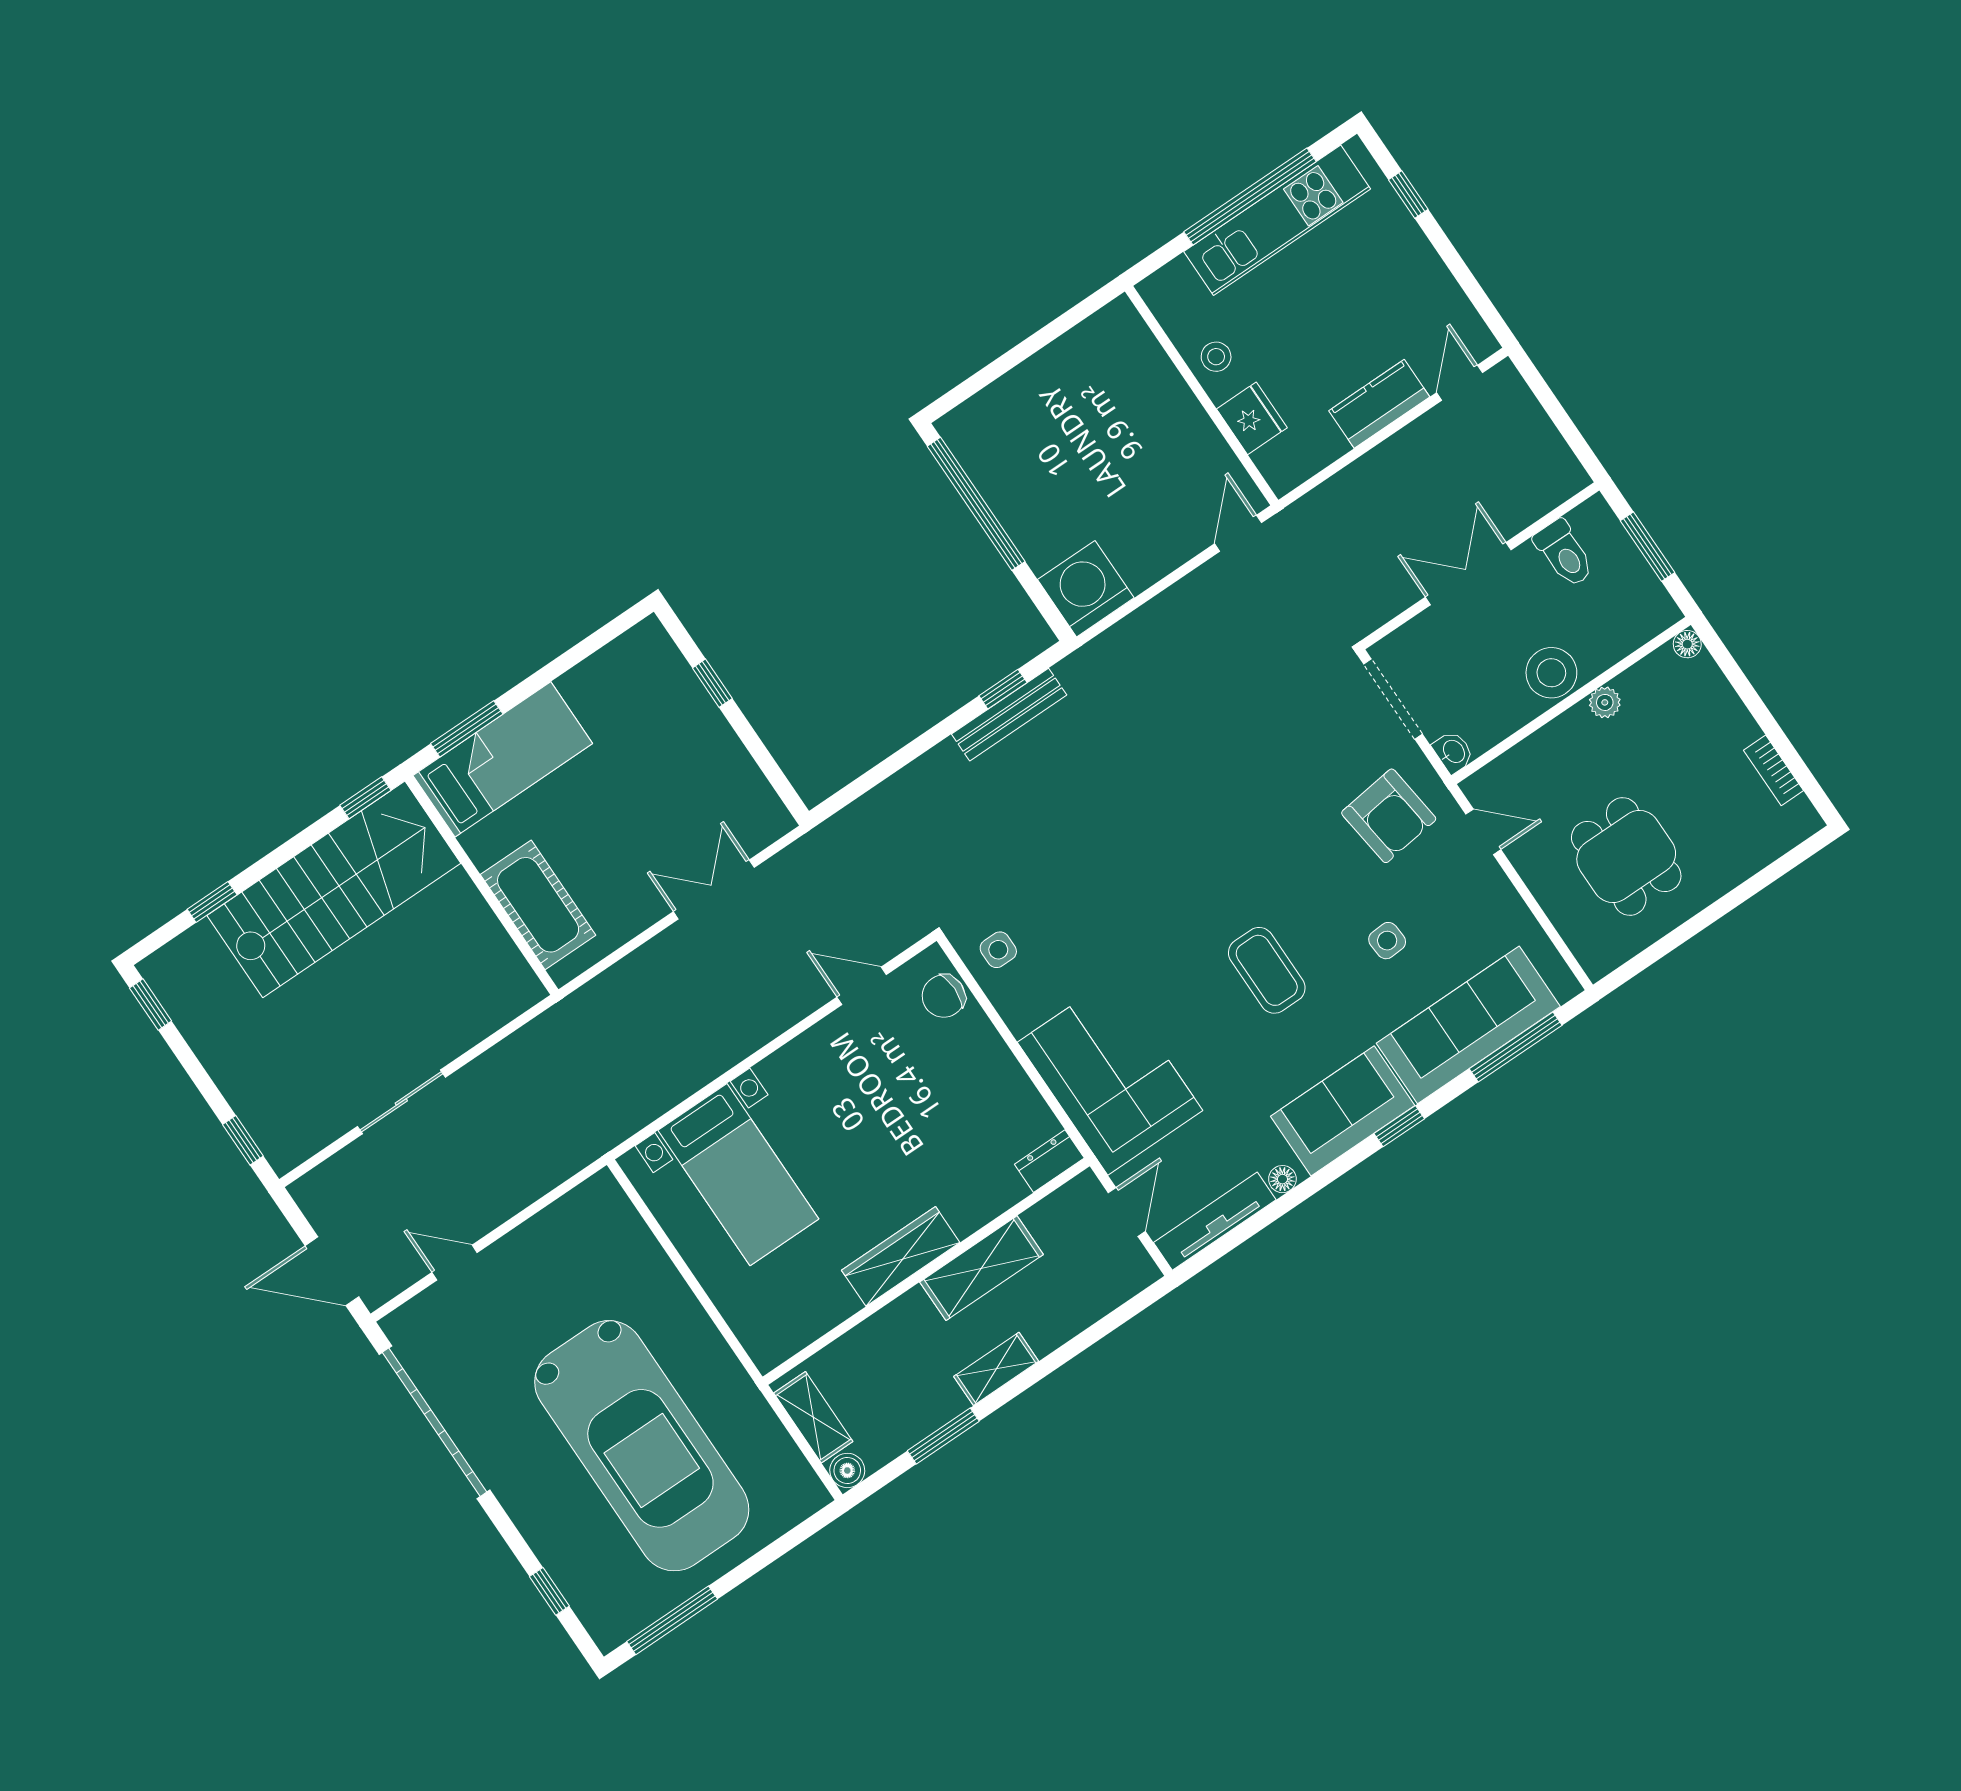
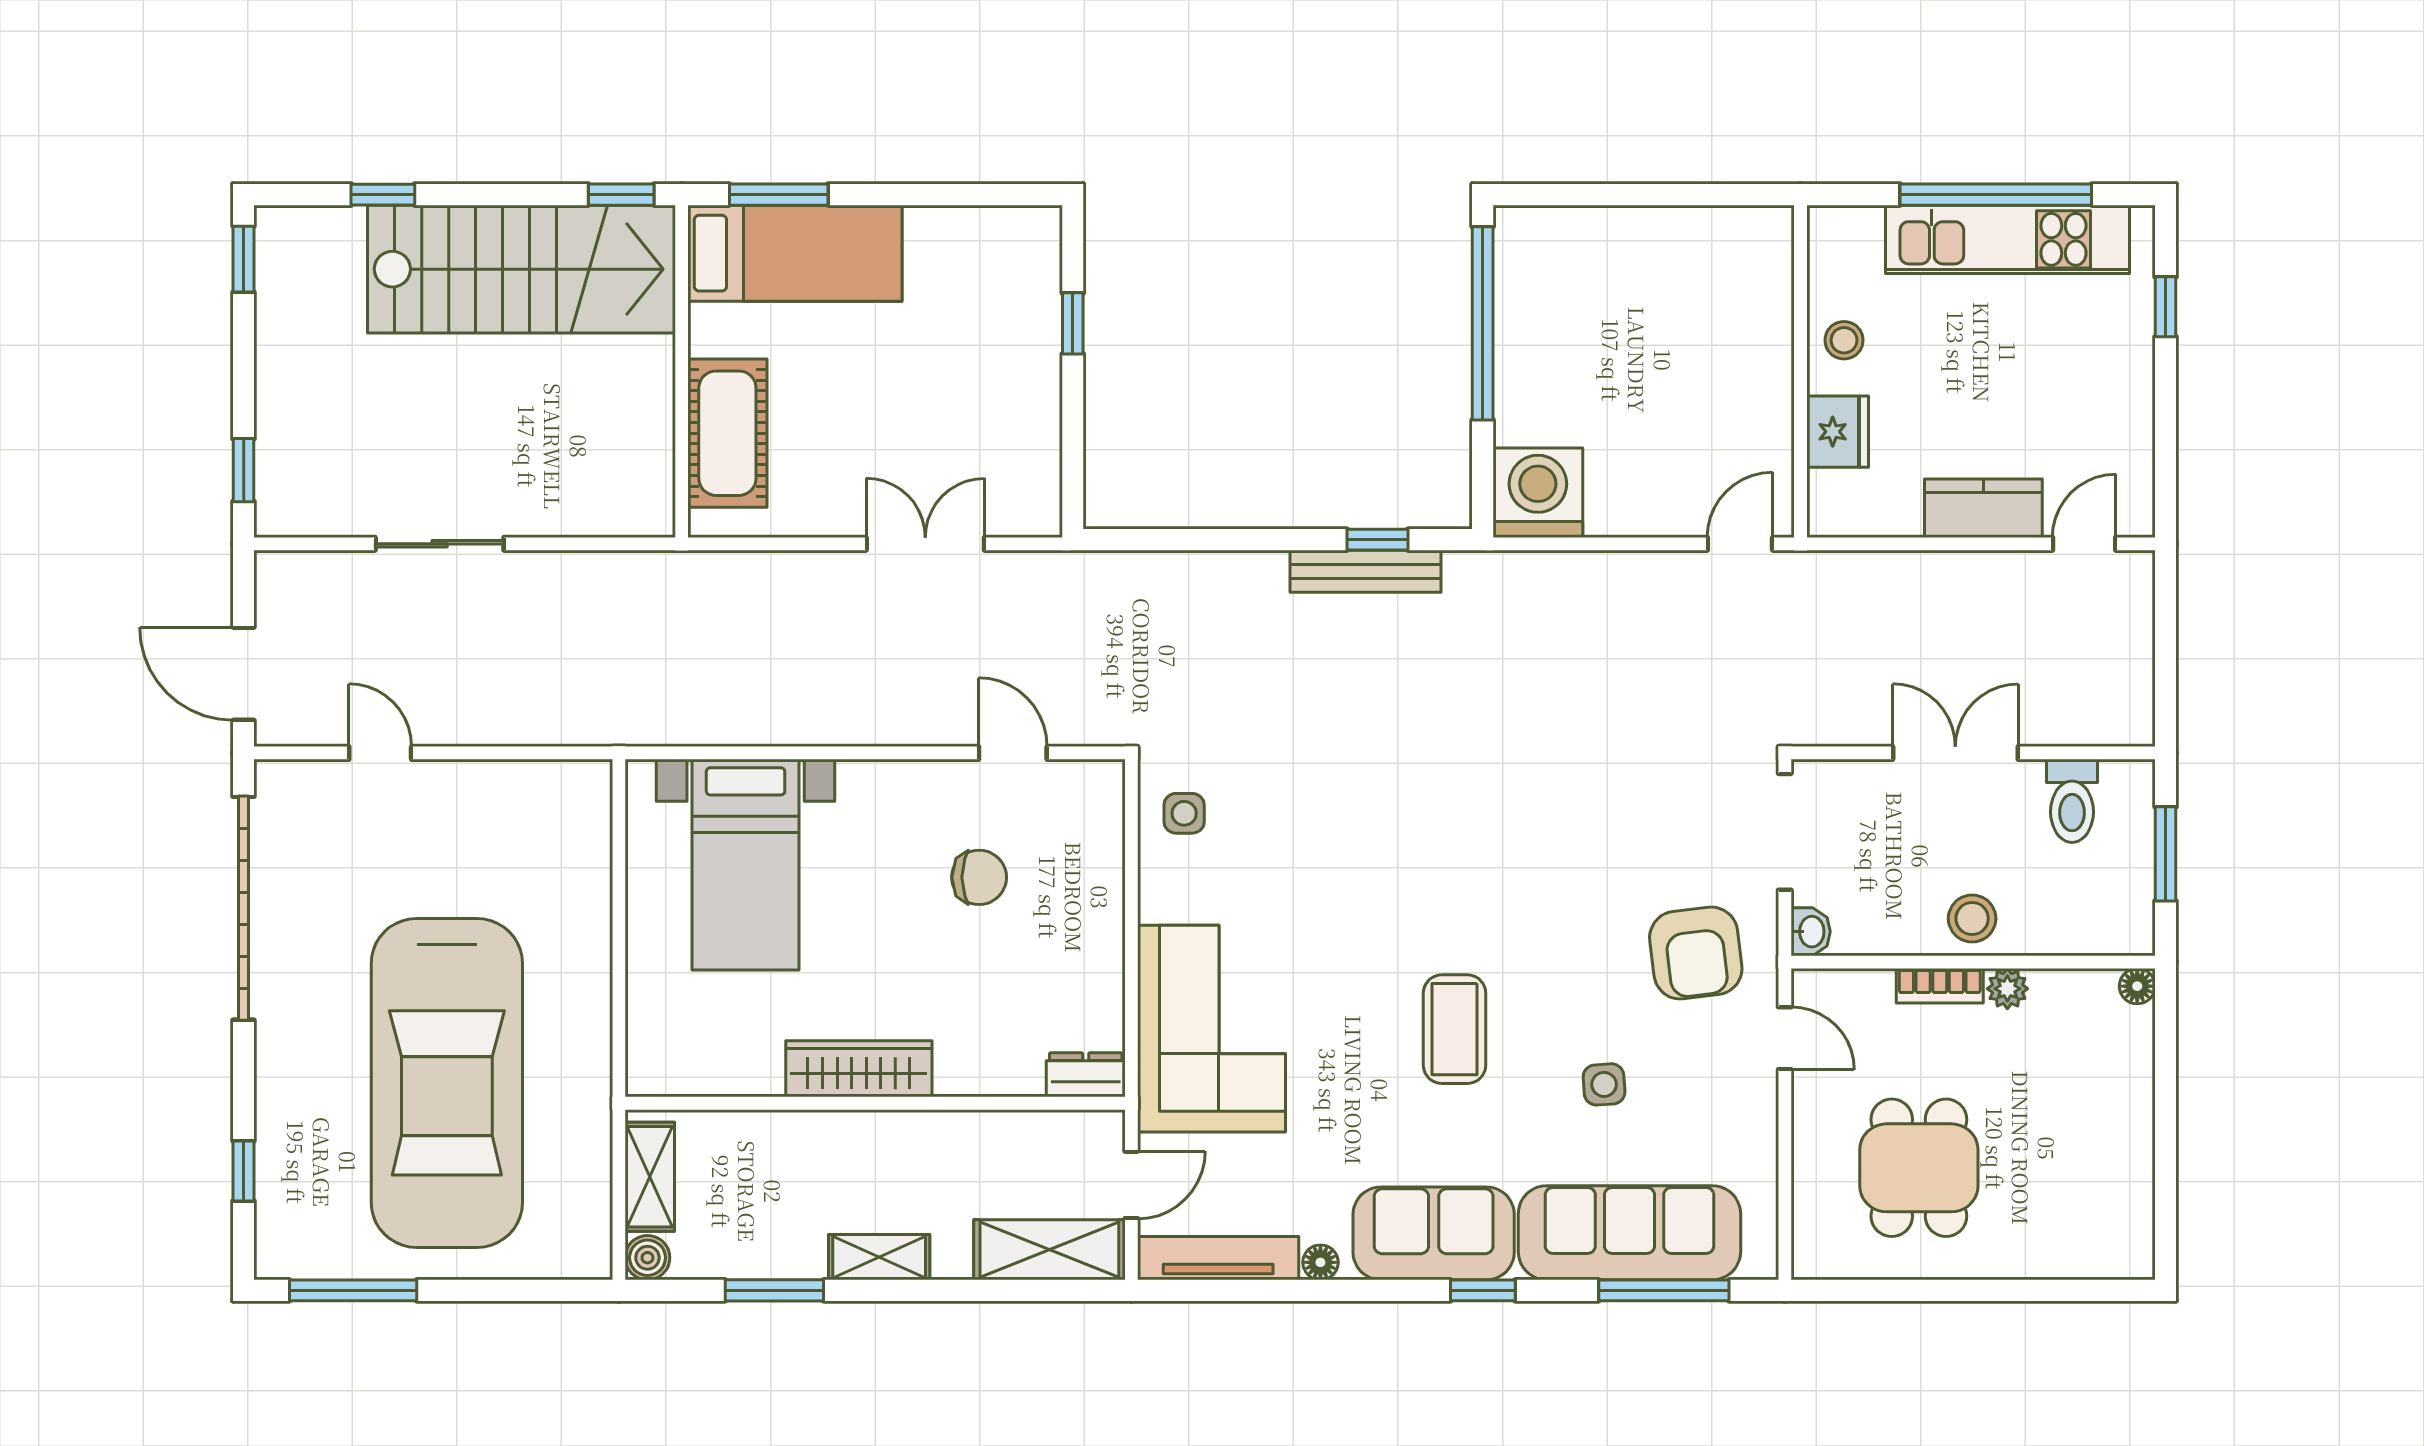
stool: (1551, 673) -> (1972, 918), width x0.73, depth x0.73
bookcase: (1774, 770) -> (1940, 986), moved, turned -90
chair: (944, 996) -> (979, 877), moved, turned 180
shelving: (982, 1268) -> (1049, 1250), moved

